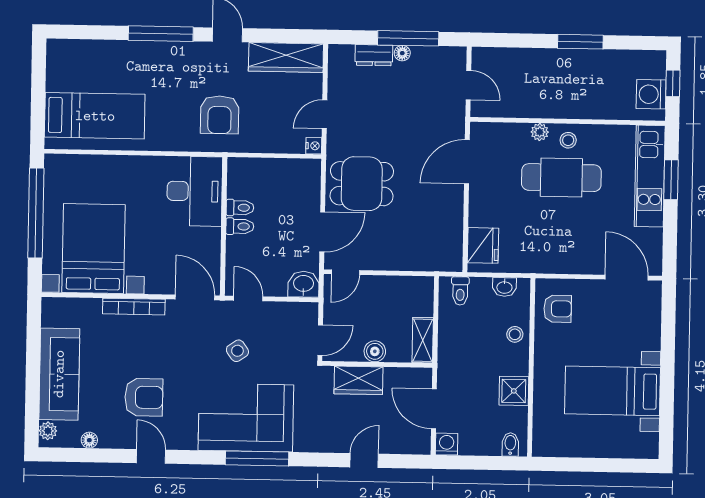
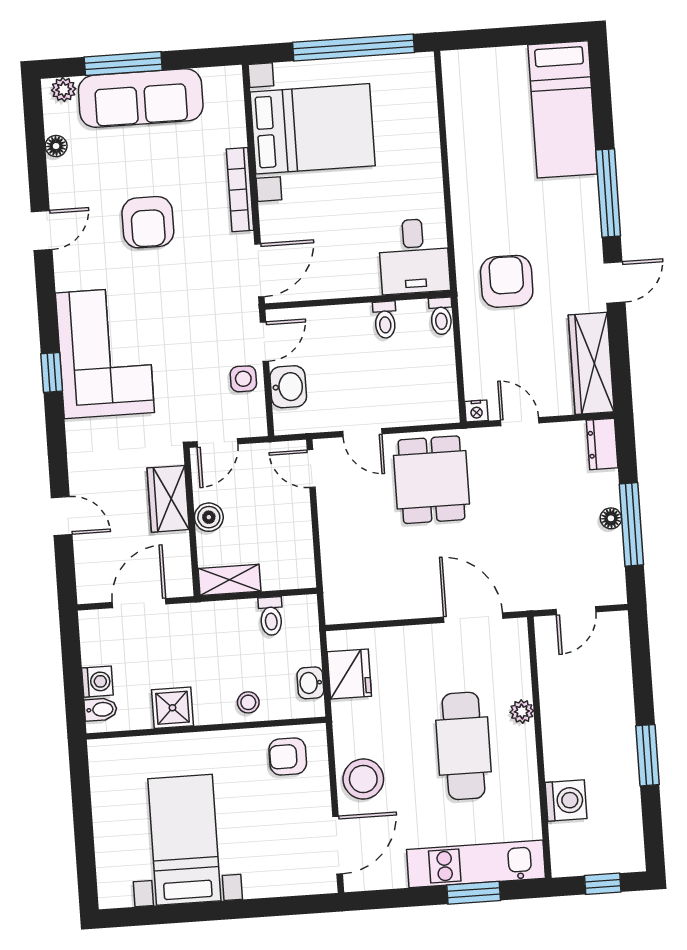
dresser: (374, 55) -> (602, 444), moved
washing machine: (651, 94) -> (566, 800), moved, turned 90
armchair: (220, 115) -> (507, 281), turned 90
bed: (95, 116) -> (563, 109), moved
stool: (568, 140) -> (363, 779), moved, width x1.89, depth x1.89
desk: (195, 191) -> (414, 256), width x0.73
toilet: (240, 226) -> (441, 316), moved
door: (322, 232) -> (362, 433), width x0.73
fridge: (483, 245) -> (349, 674), moved, turned -90
washbasin: (304, 284) -> (288, 387), moved
toilet: (460, 291) -> (271, 616), moved, turned -90
armchair: (558, 309) -> (288, 756), turned 90
door: (320, 340) -> (217, 443), hinge flipped
side table: (237, 351) -> (243, 379), moved, turned 35
window: (33, 385) -> (123, 64), added
armchair: (144, 397) -> (148, 222), moved
washing machine: (447, 444) -> (97, 682), moved
window: (257, 458) -> (52, 372), width x0.46

